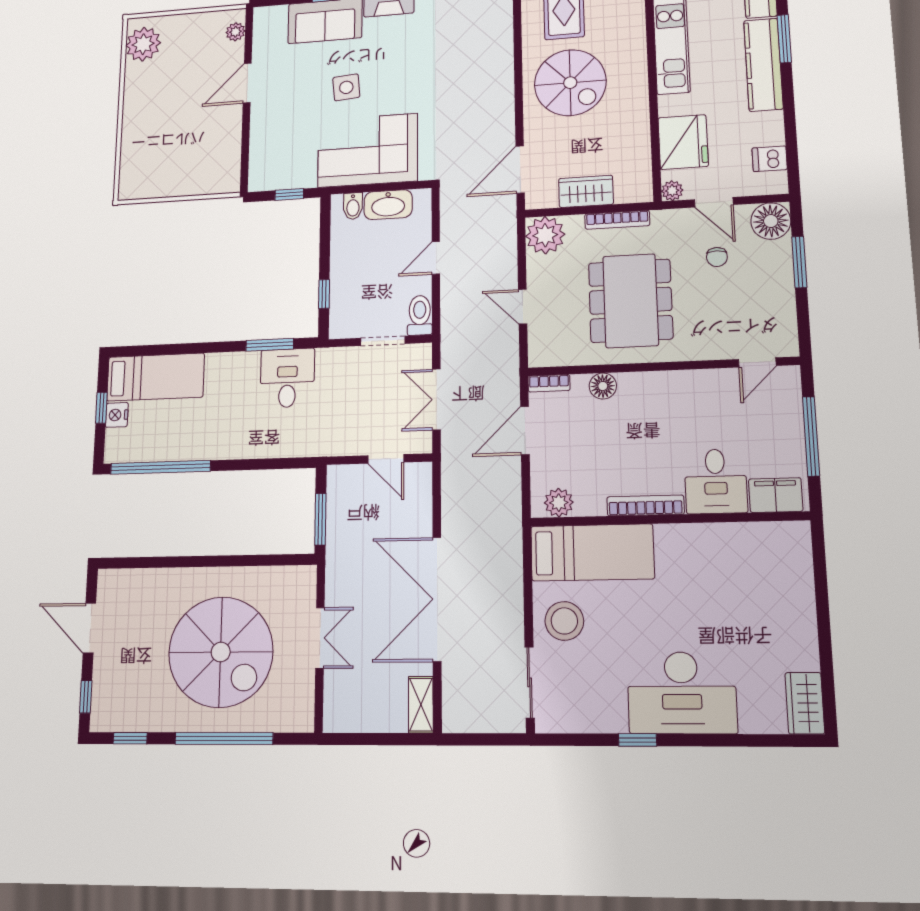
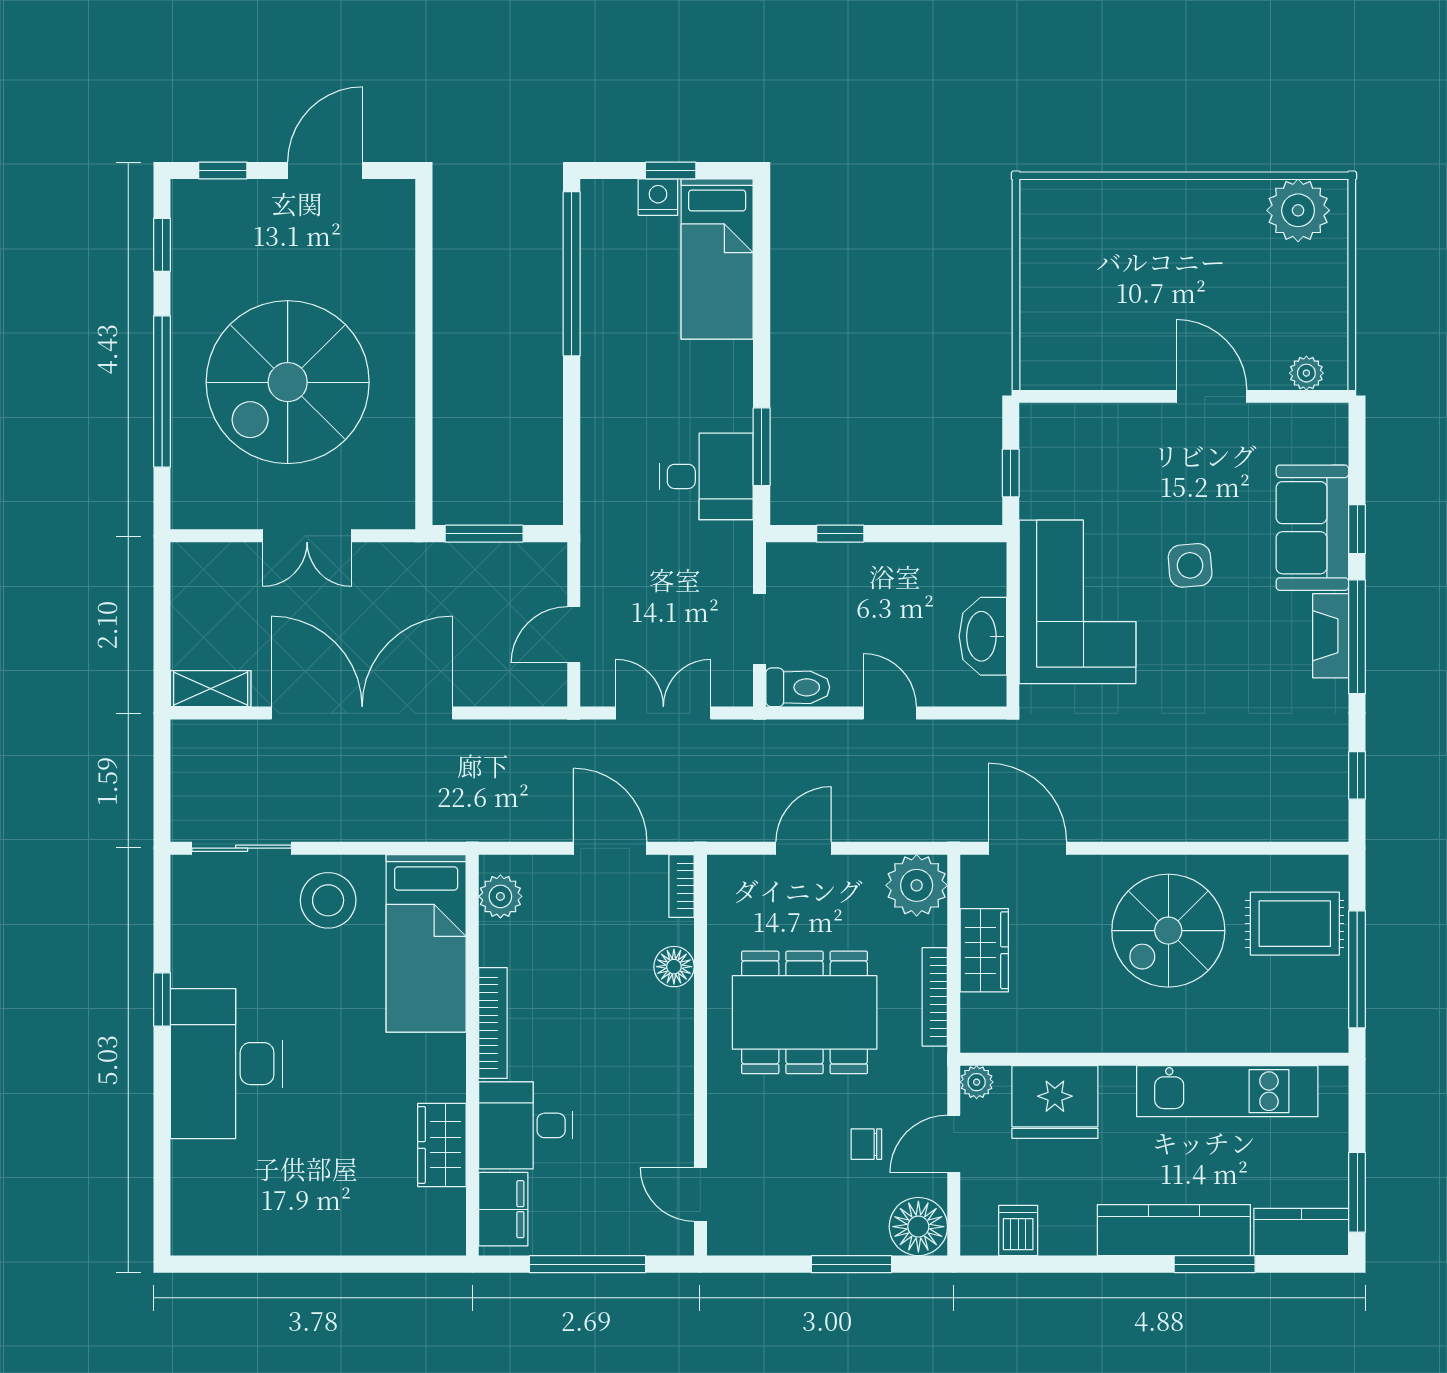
bidet: (353, 206) -> (984, 579), removed
wardrobe: (805, 703) -> (442, 1145), moved, turned -90

